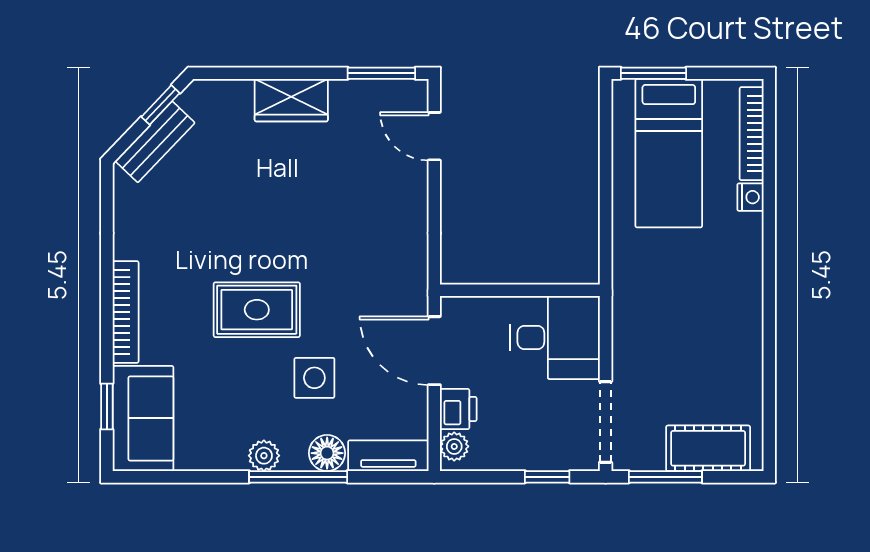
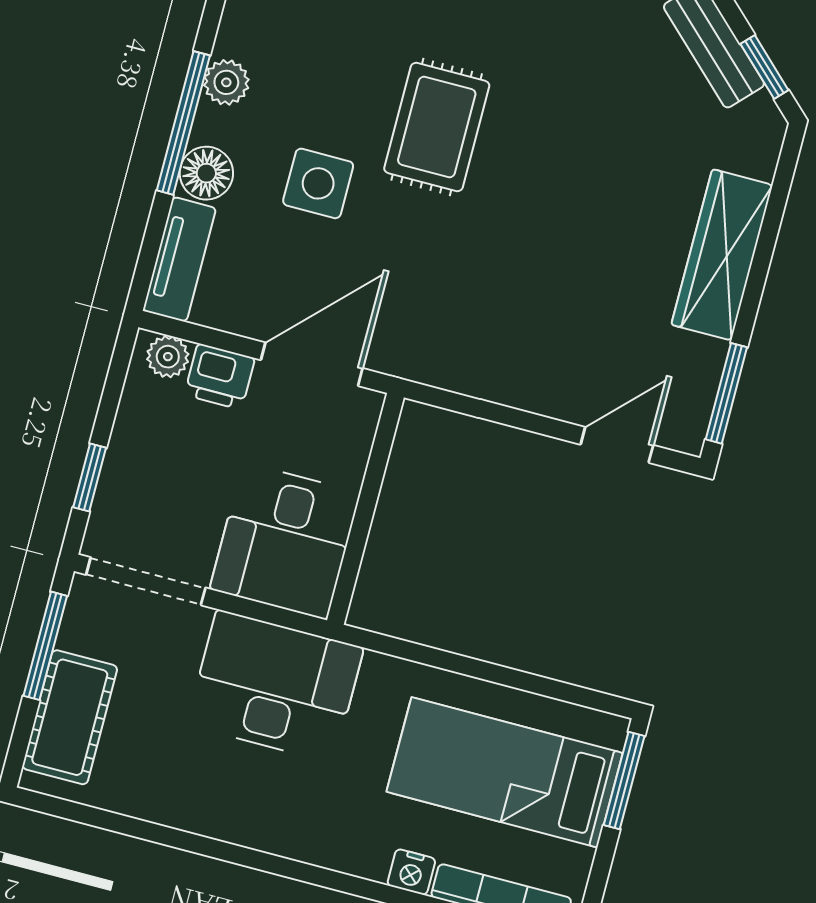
wardrobe: (291, 100) -> (722, 255), width x1.50
desk: (652, 319) -> (275, 686), added

